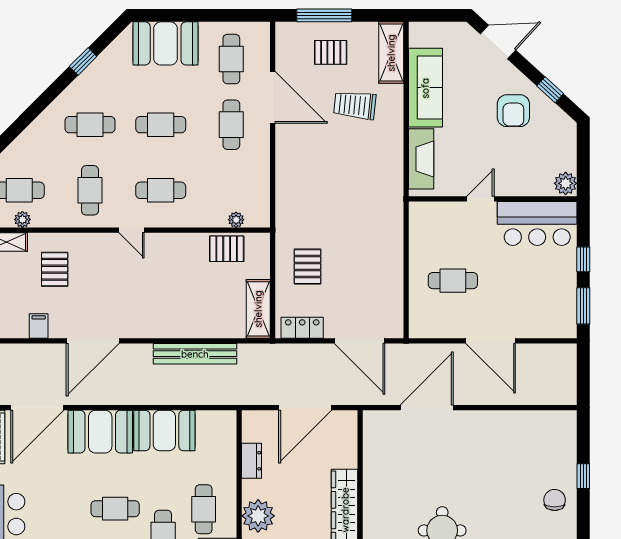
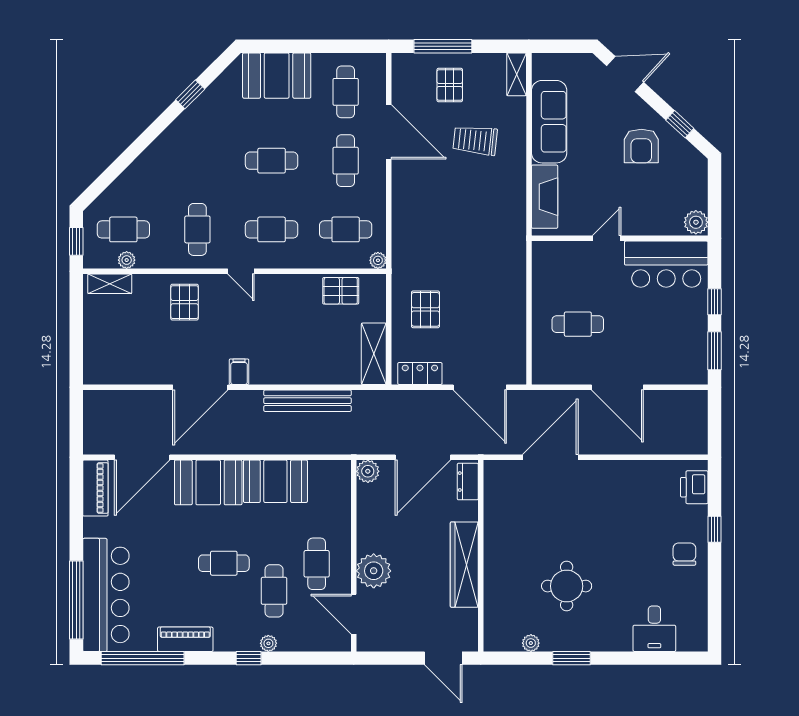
pallet: (331, 52) -> (450, 85), turned 90
shelving: (391, 53) -> (517, 74), width x0.67, depth x0.75
cafe table: (90, 125) -> (346, 229), moved
plant: (236, 220) -> (378, 260), moved
pallet: (55, 269) -> (185, 302), moved
filing cabinet: (39, 326) -> (239, 372), moved
plant: (252, 421) -> (368, 471), added
printer: (564, 436) -> (694, 487), added
dresser: (252, 461) -> (468, 482), moved, turned 180

